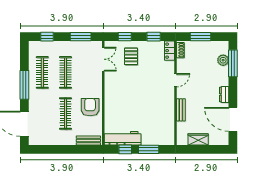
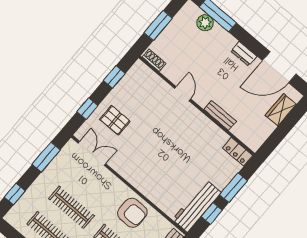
locker: (170, 51) -> (238, 152), moved
armchair: (90, 107) -> (132, 213), turned 180
wardrobe: (198, 139) -> (281, 110), moved

